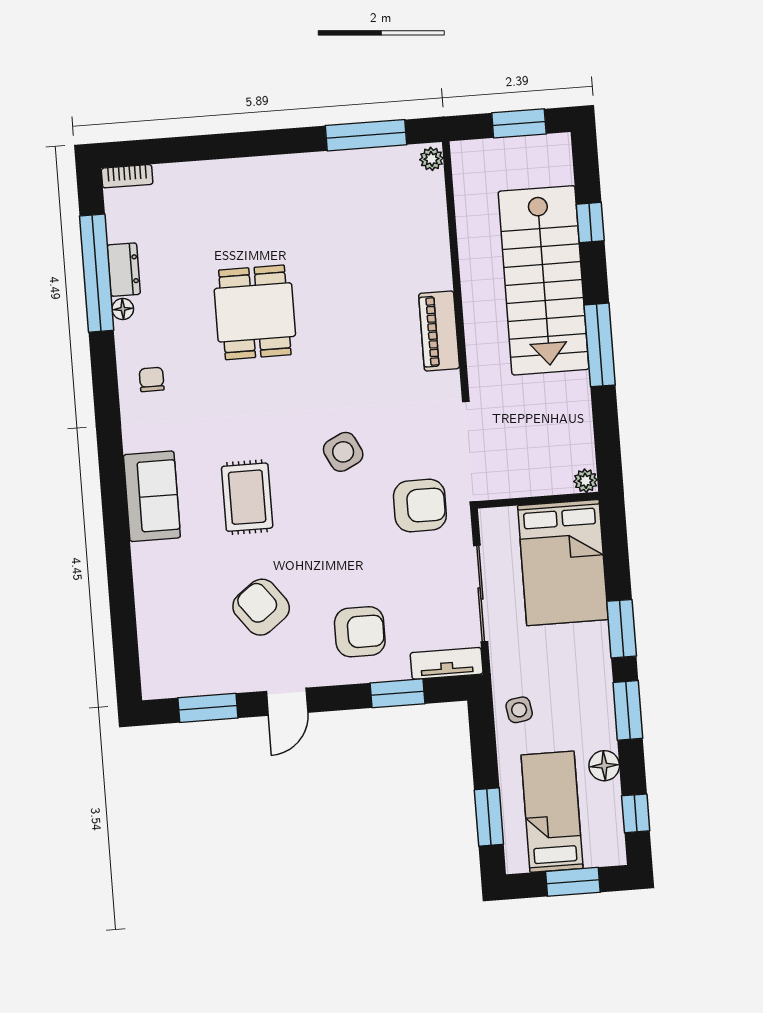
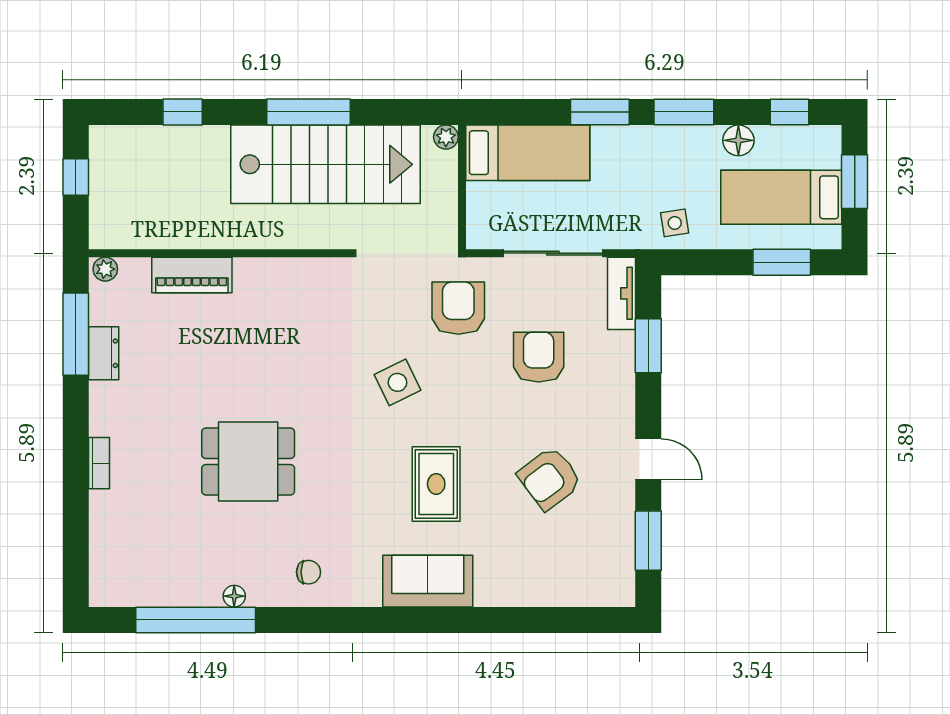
window: (519, 123) -> (76, 177), width x0.67
bookcase: (127, 176) -> (99, 463), moved
dresser: (124, 270) -> (104, 353), moved, turned 90
stairs: (543, 280) -> (325, 164), moved
piano: (439, 331) -> (192, 275), moved
chair: (152, 379) -> (308, 572), turned 180
rug: (247, 497) -> (436, 484), turned 90
bed: (563, 563) -> (528, 153), width x0.67
armchair: (360, 632) -> (539, 357), moved

